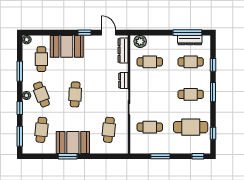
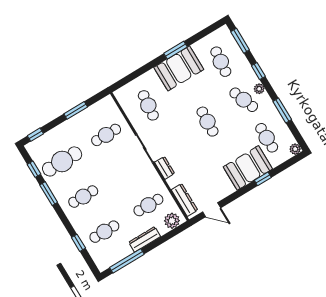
window: (85, 33) -> (263, 179), moved
dresser: (190, 40) -> (145, 239), moved
window: (213, 92) -> (49, 194), moved

